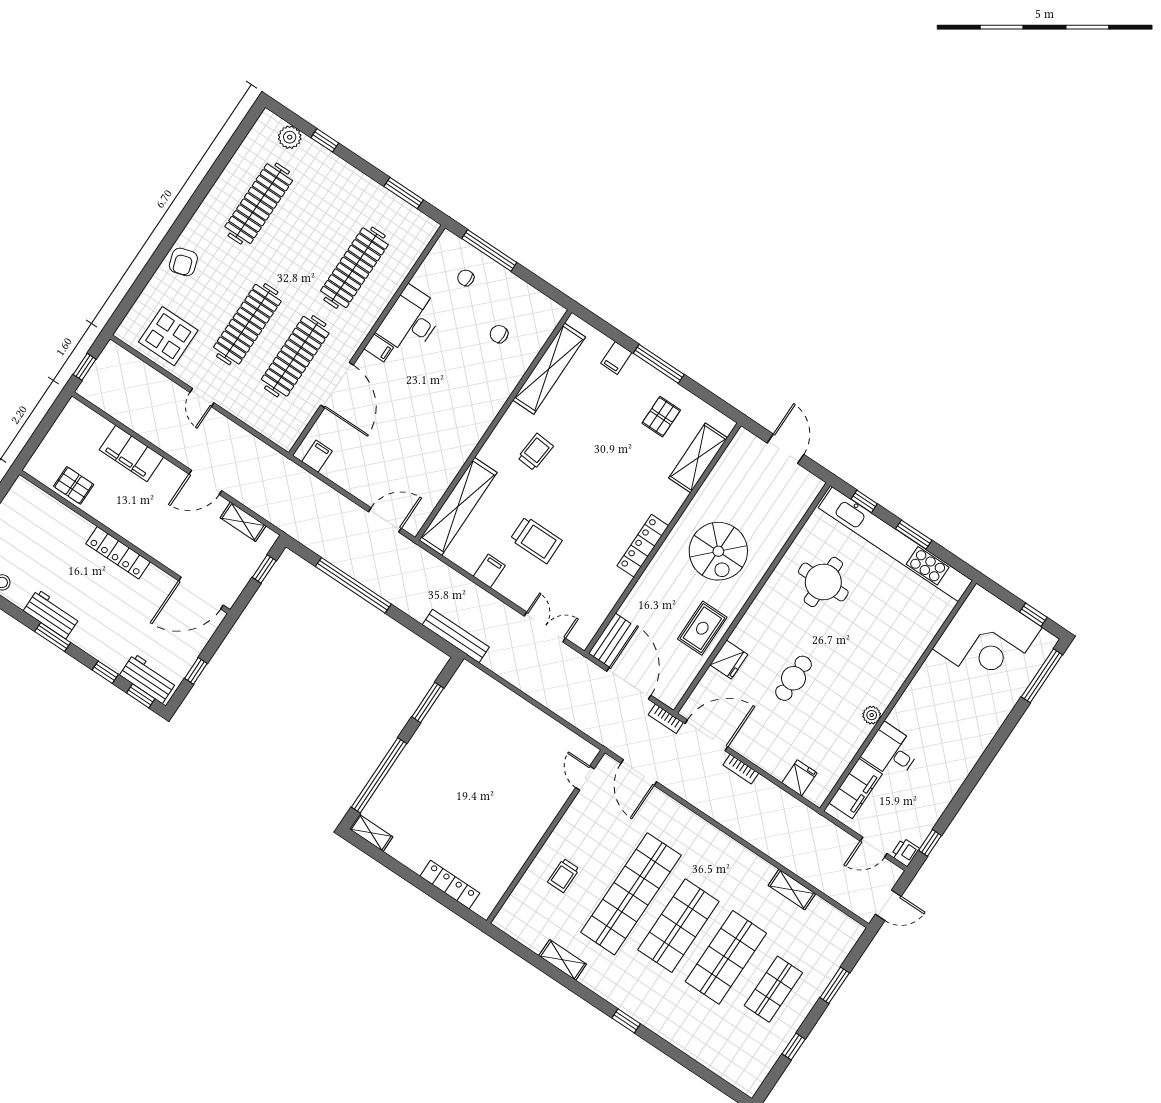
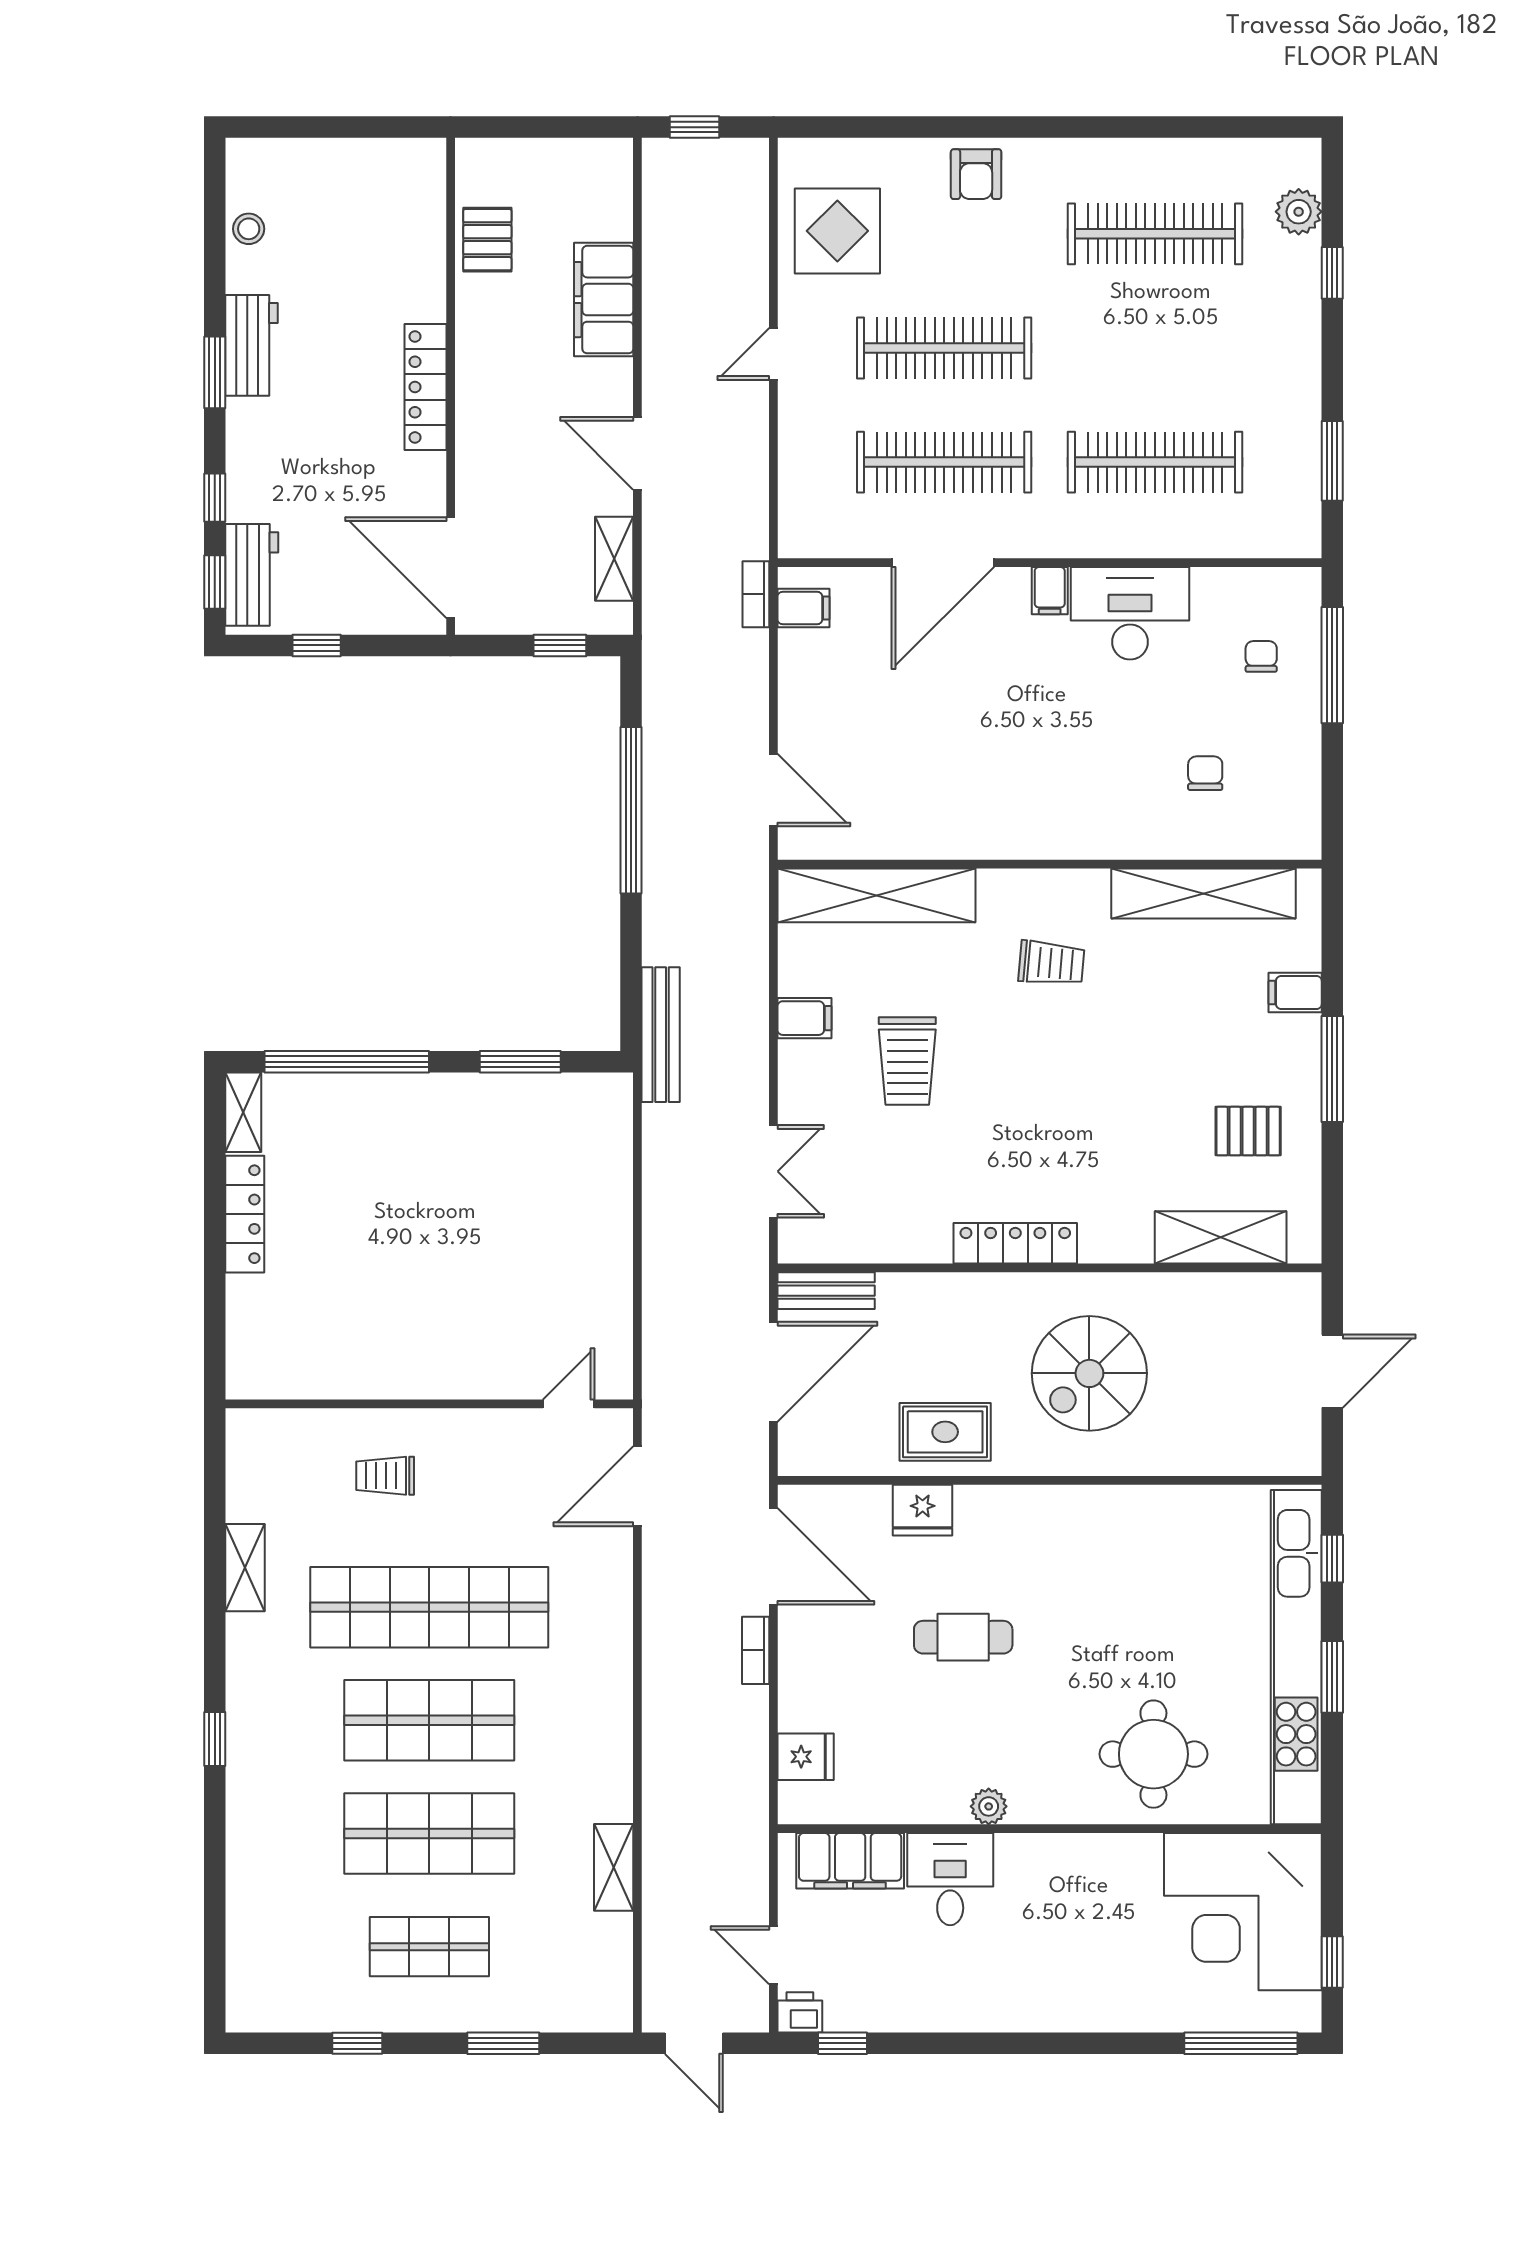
armchair: (183, 262) -> (976, 174), turned -73
round table: (823, 582) -> (1153, 1754), moved
bookcase: (666, 719) -> (756, 594), moved
locker: (450, 885) -> (245, 1214), moved

